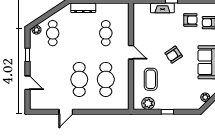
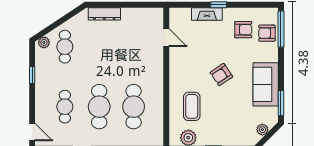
cafe table: (106, 33) -> (65, 107), moved
door: (131, 52) -> (166, 38), moved
door: (27, 83) -> (32, 132), moved

